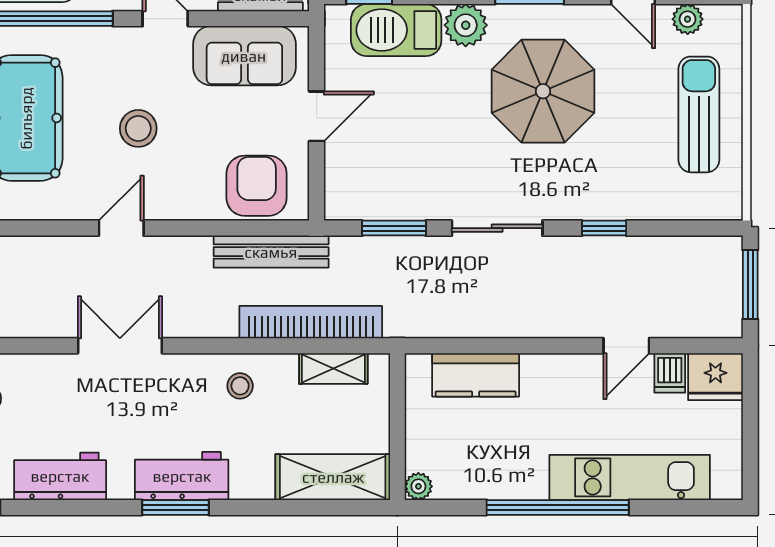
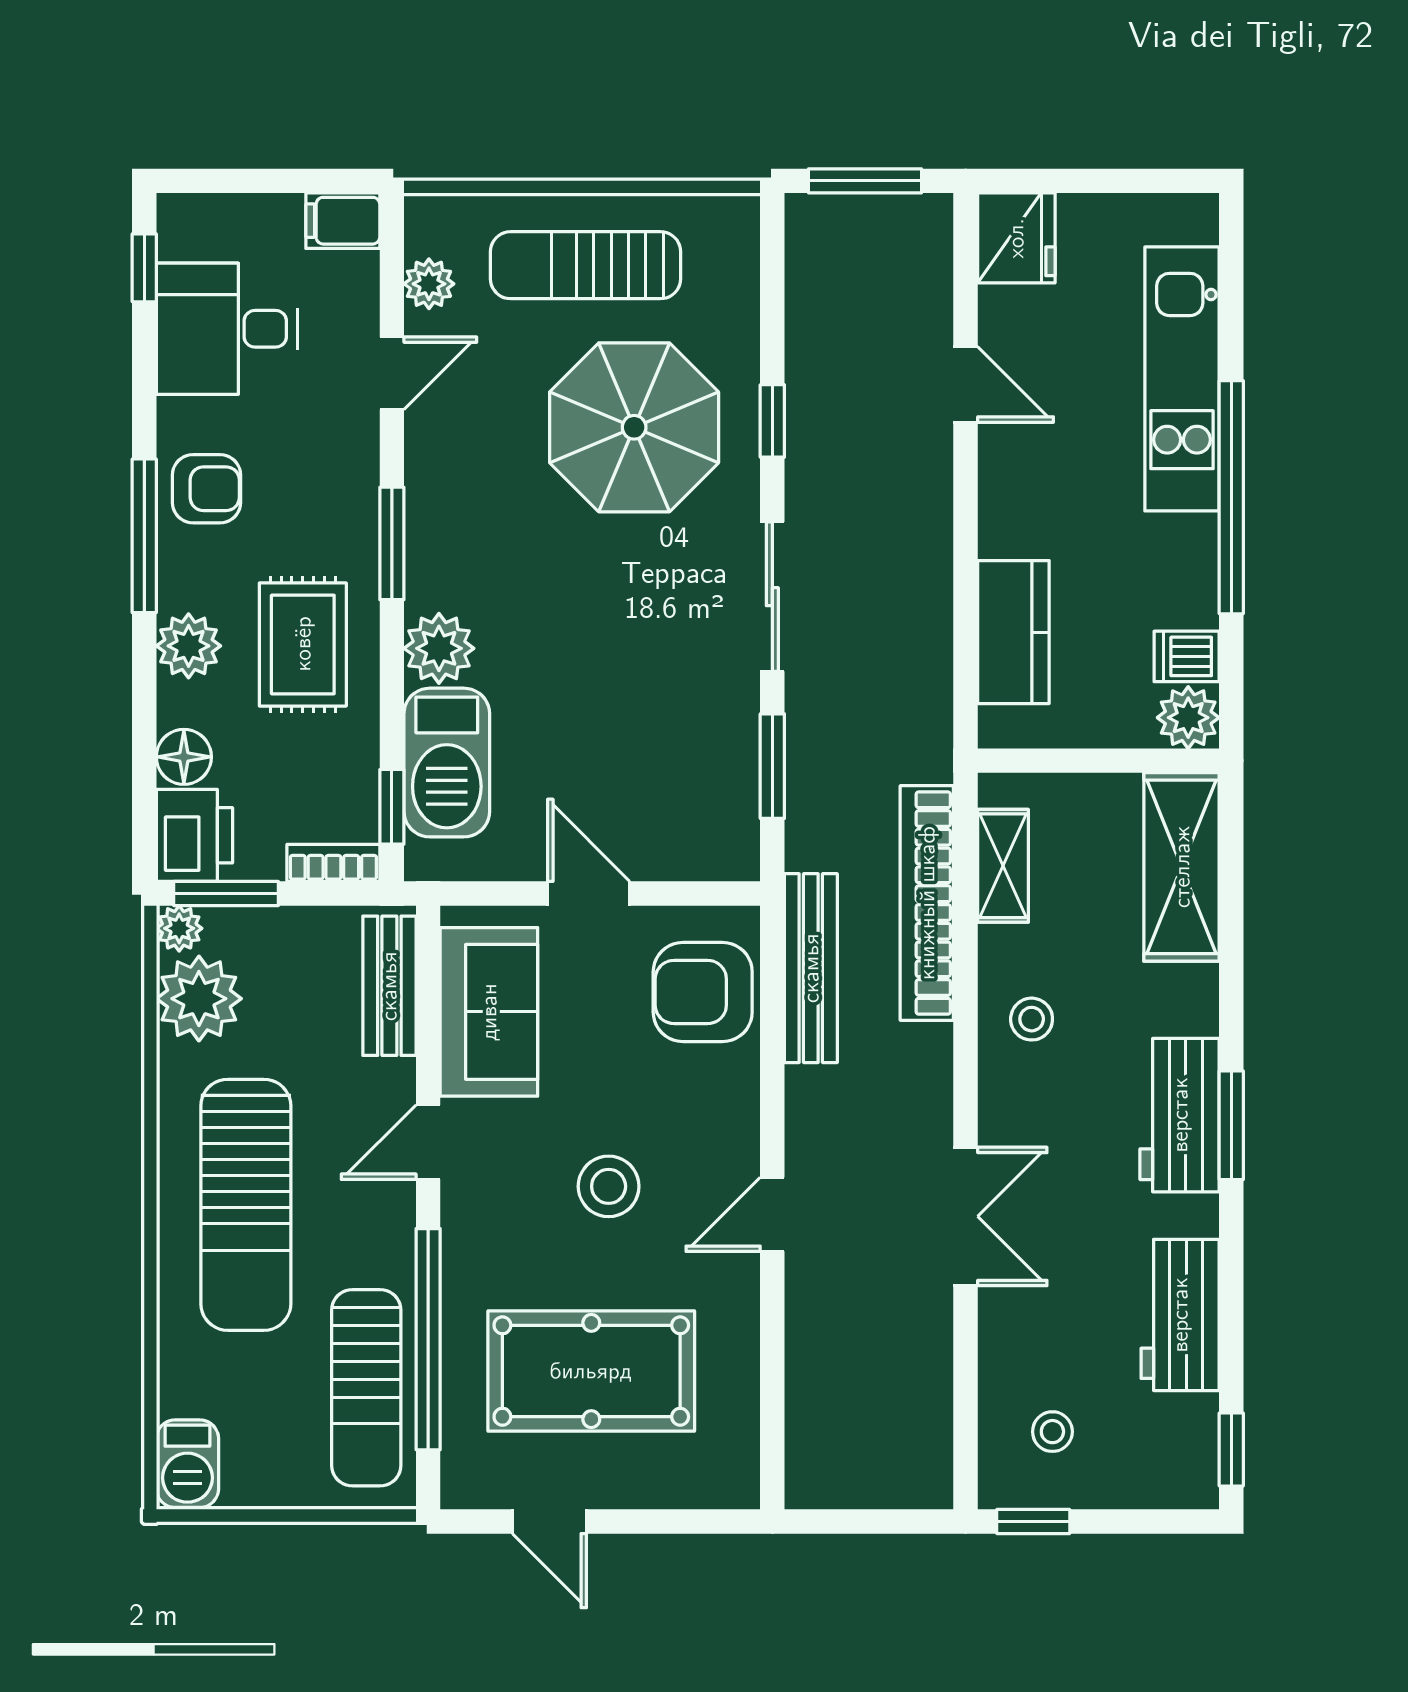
parasol: (543, 91) -> (634, 427), moved
door: (121, 228) -> (772, 1214), hinge flipped
double door: (120, 346) -> (966, 1216), swing flipped
dishwasher: (670, 373) -> (1187, 656), moved, turned 180
plant: (418, 486) -> (1188, 718), width x1.38, depth x1.38

